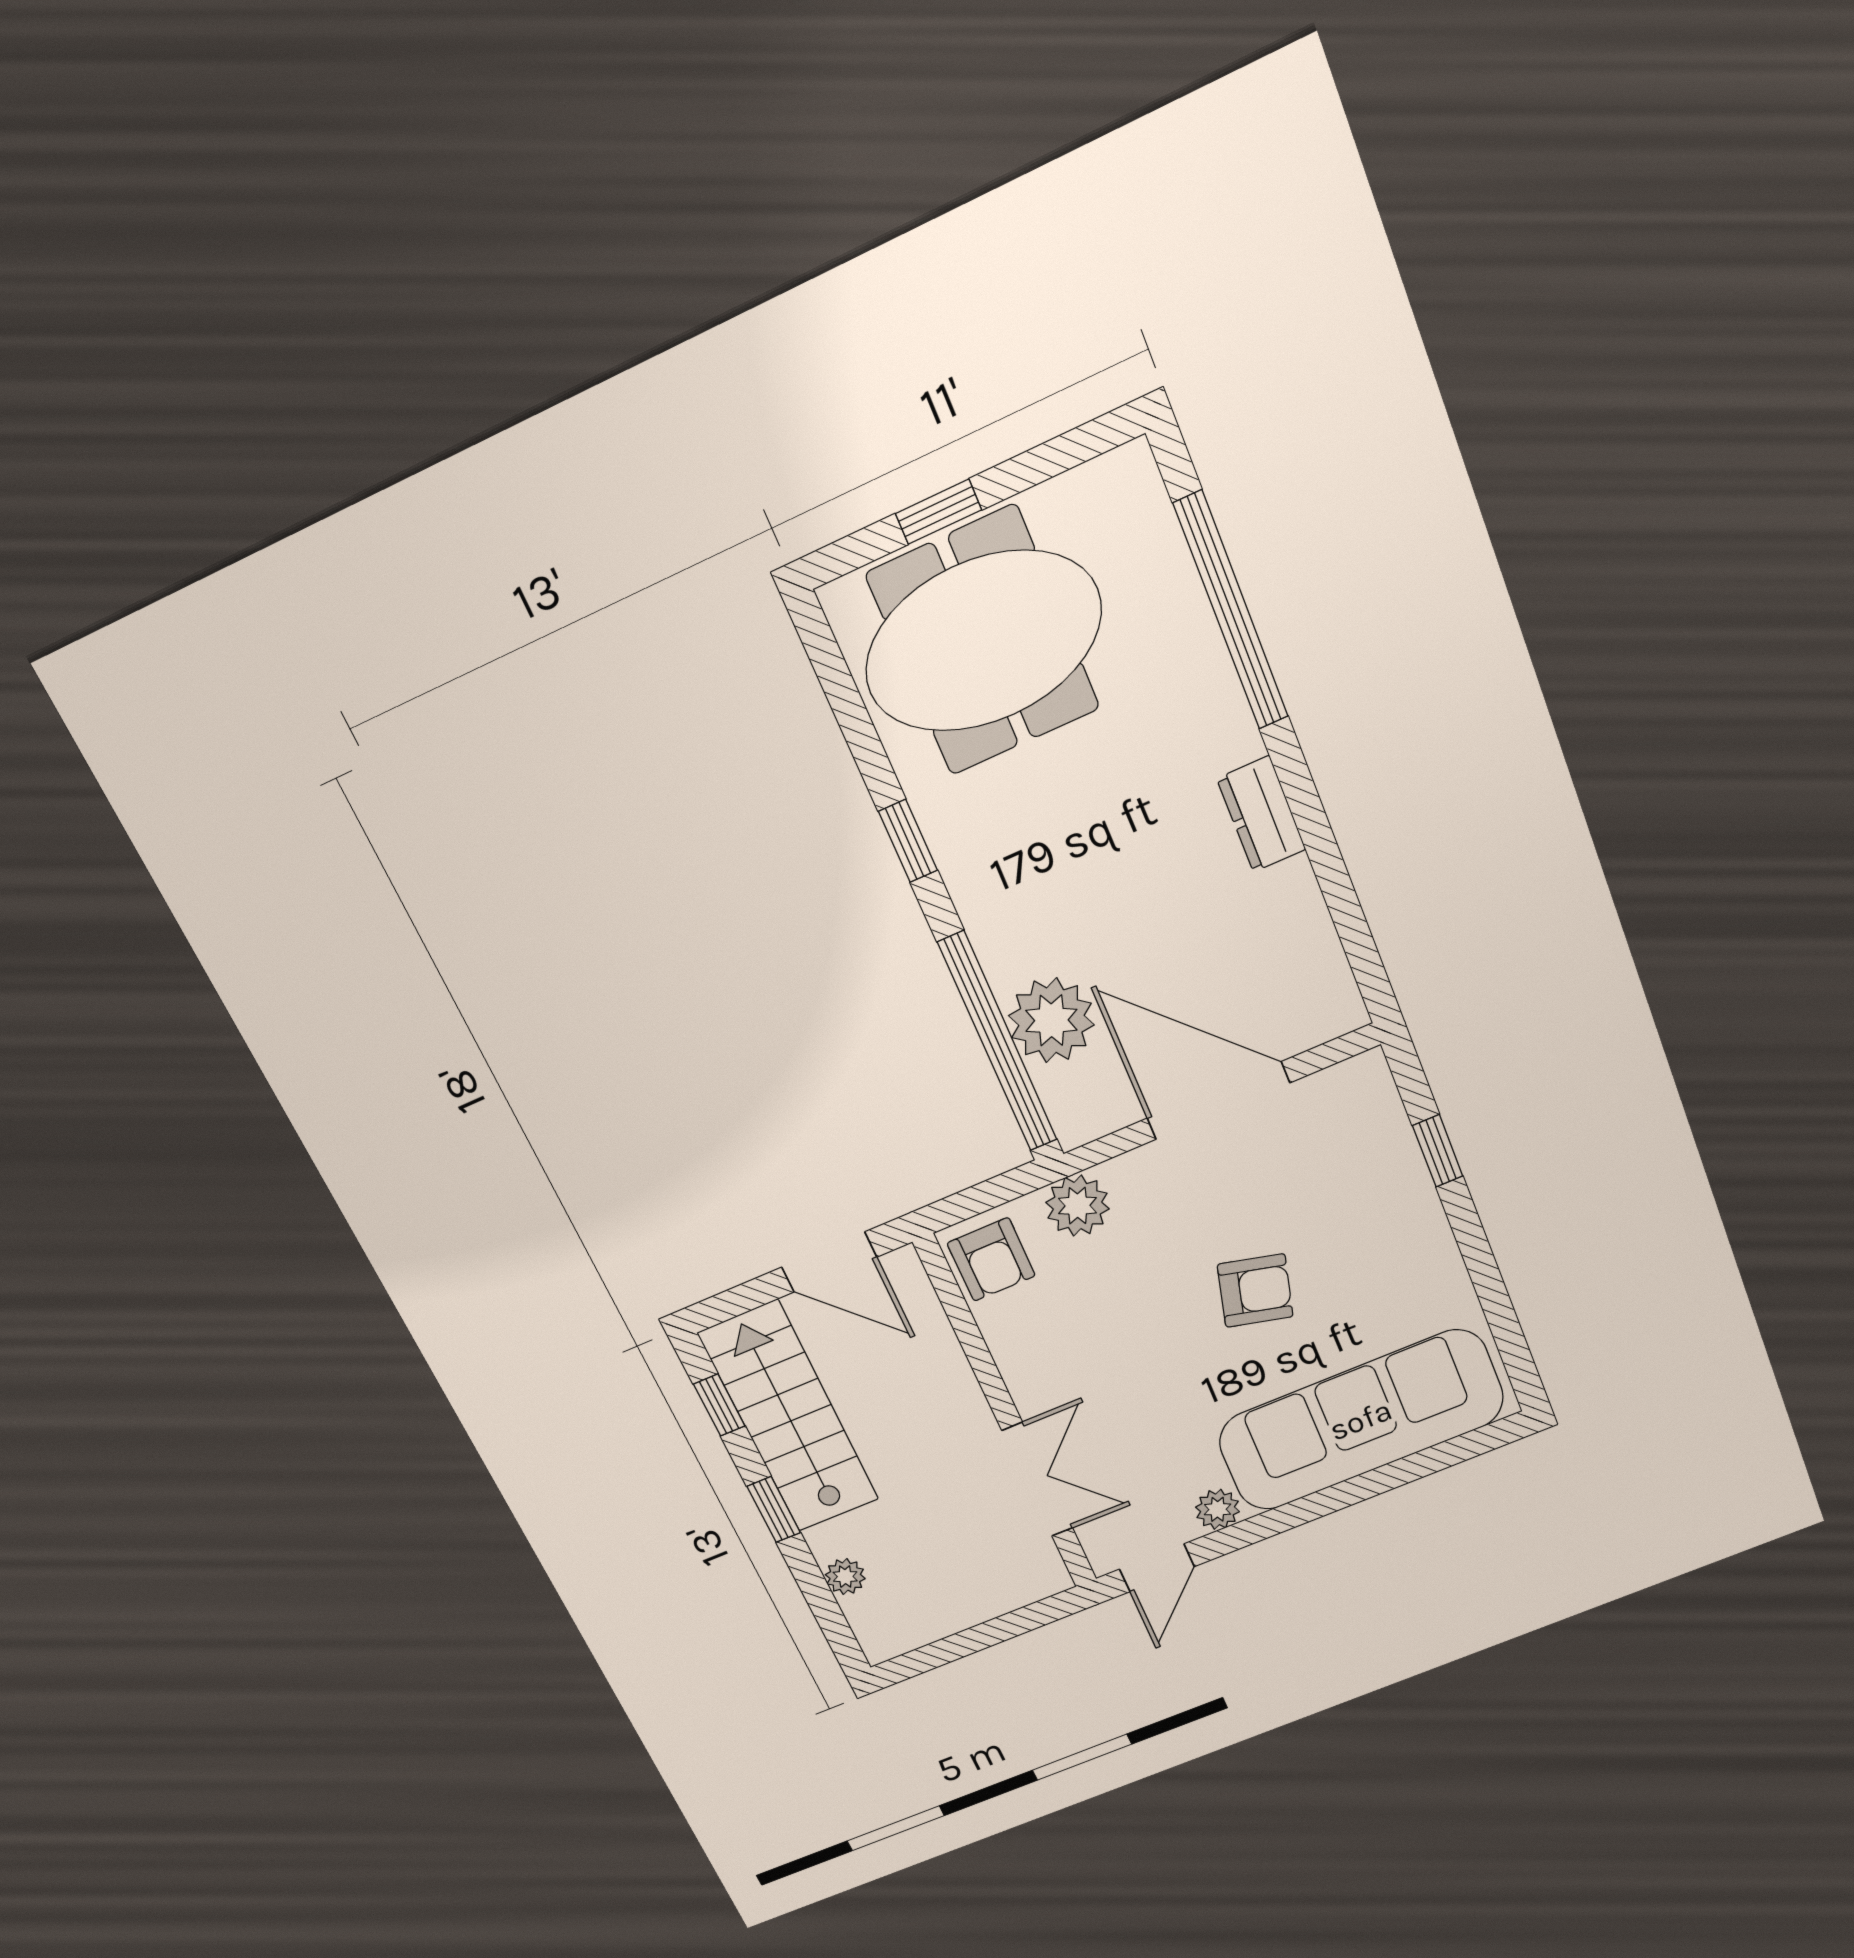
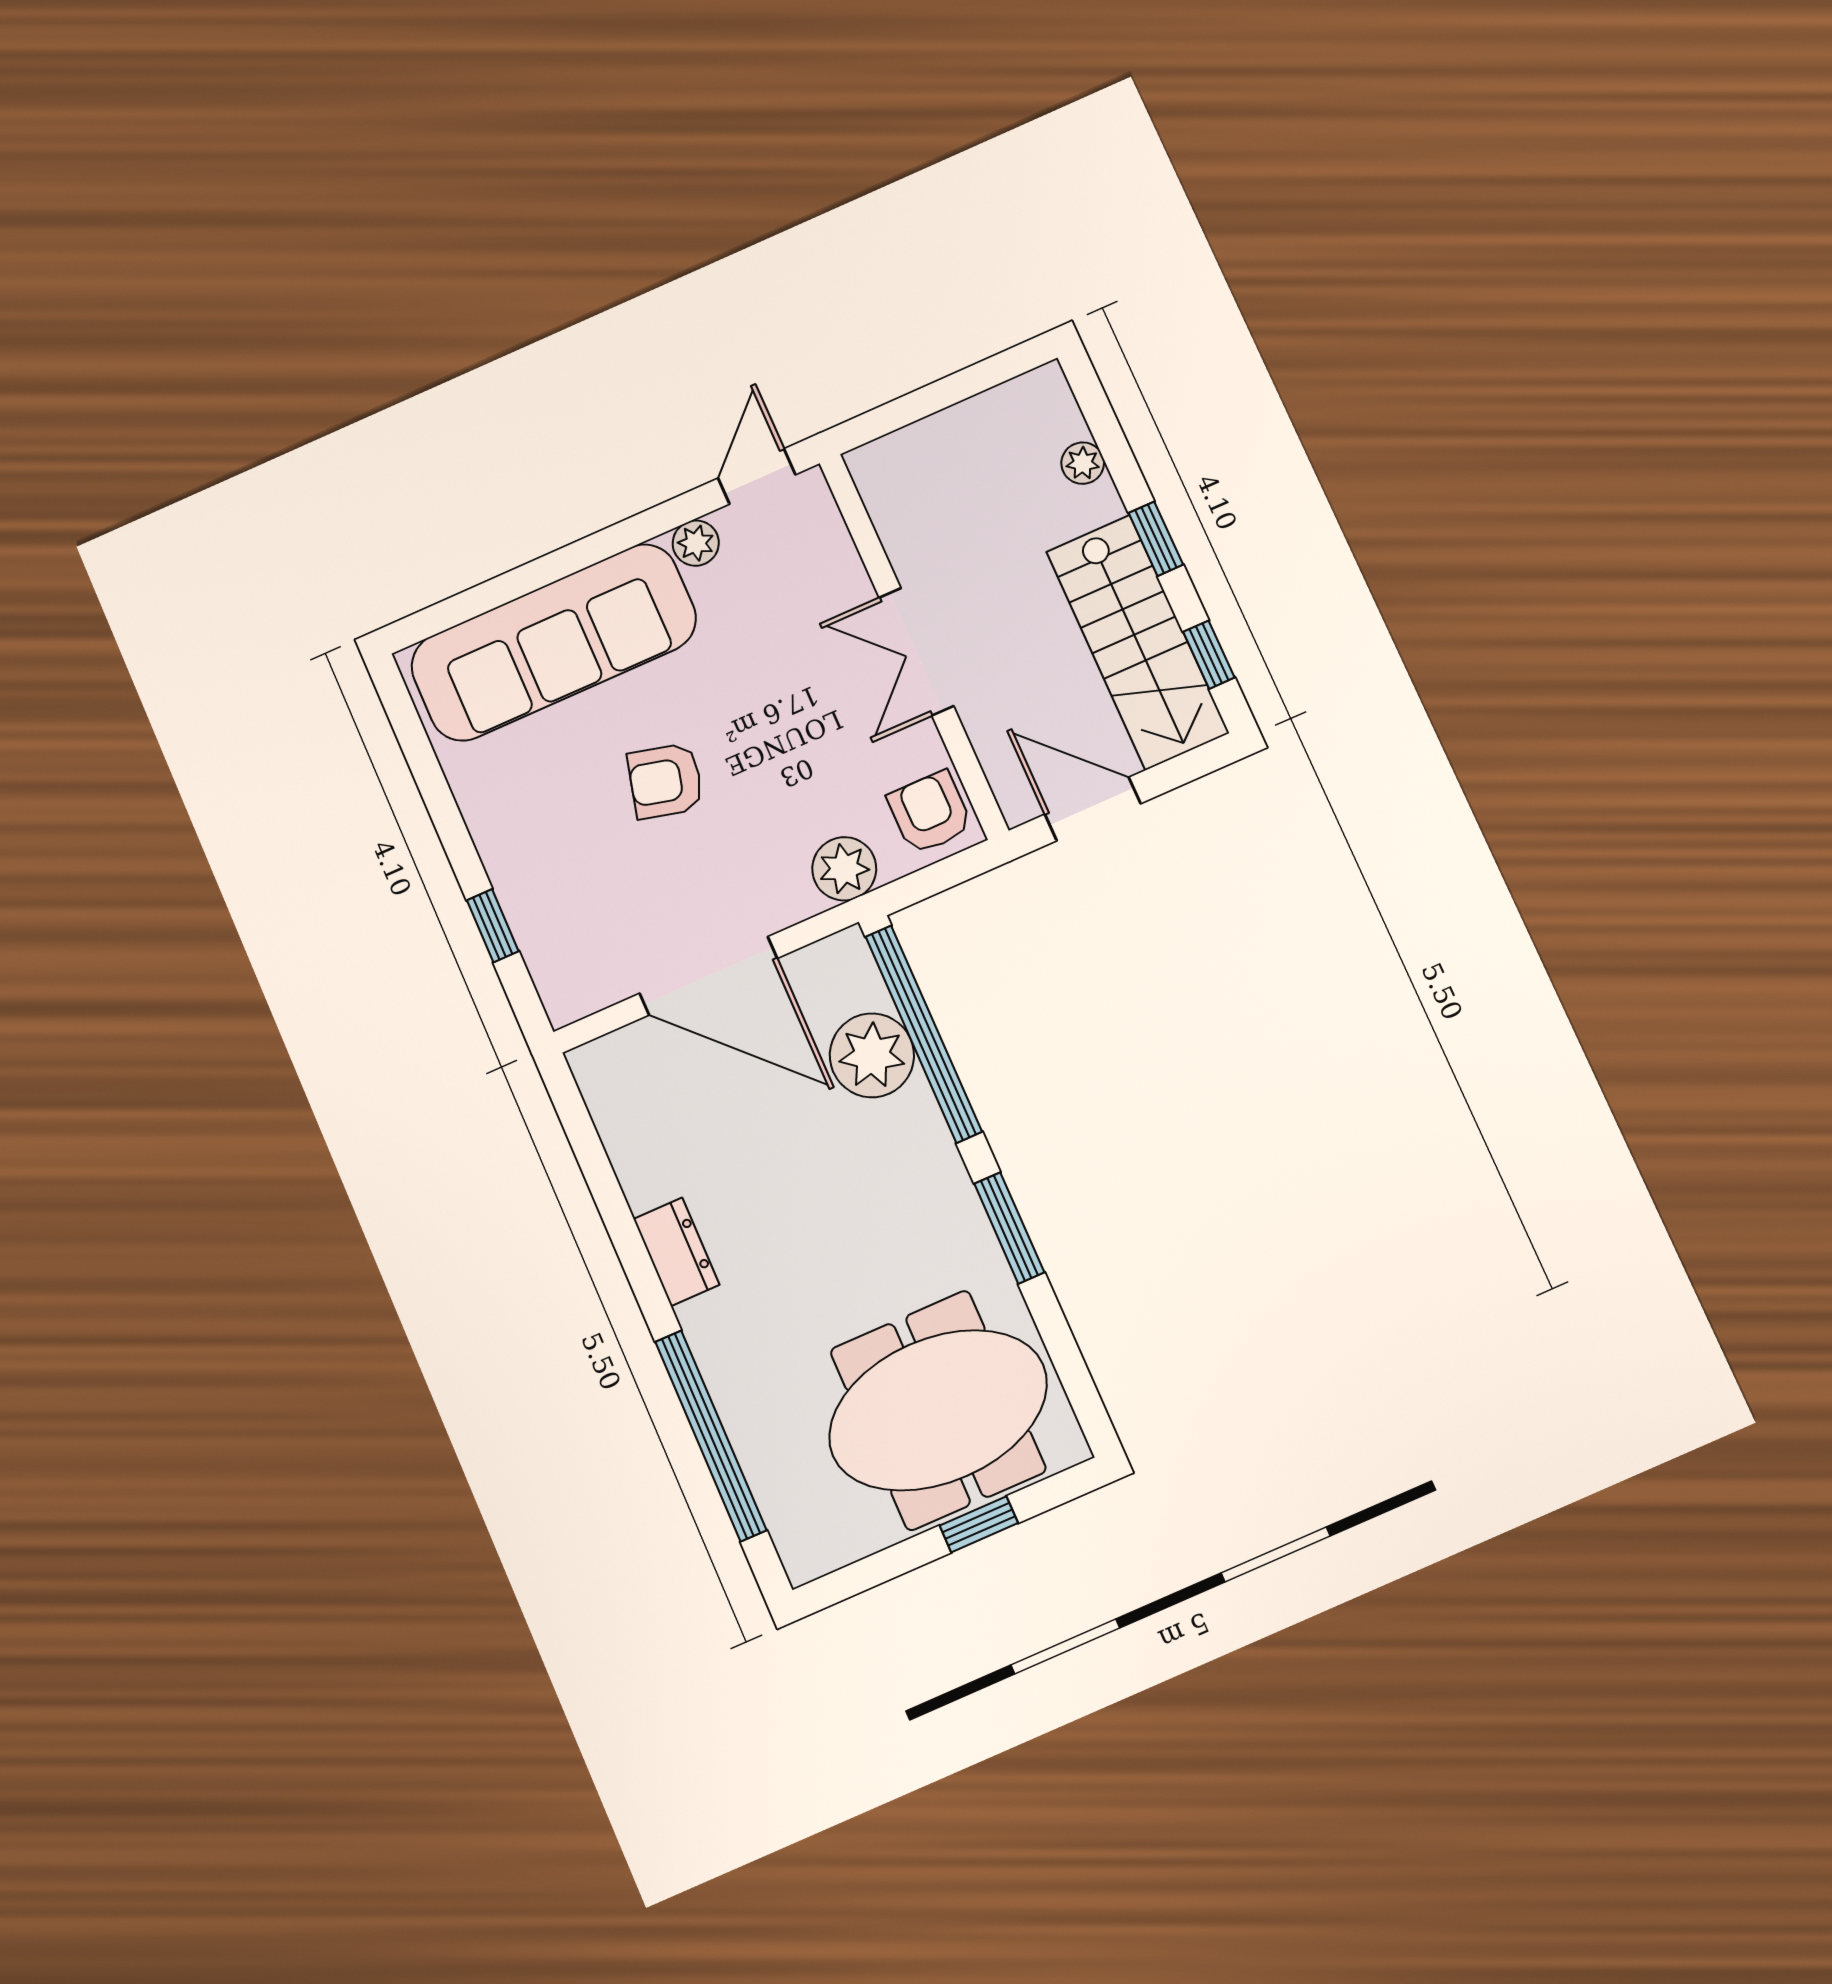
window: (908, 841) -> (1009, 1228), width x1.50
double door: (1037, 1480) -> (916, 652), moved

